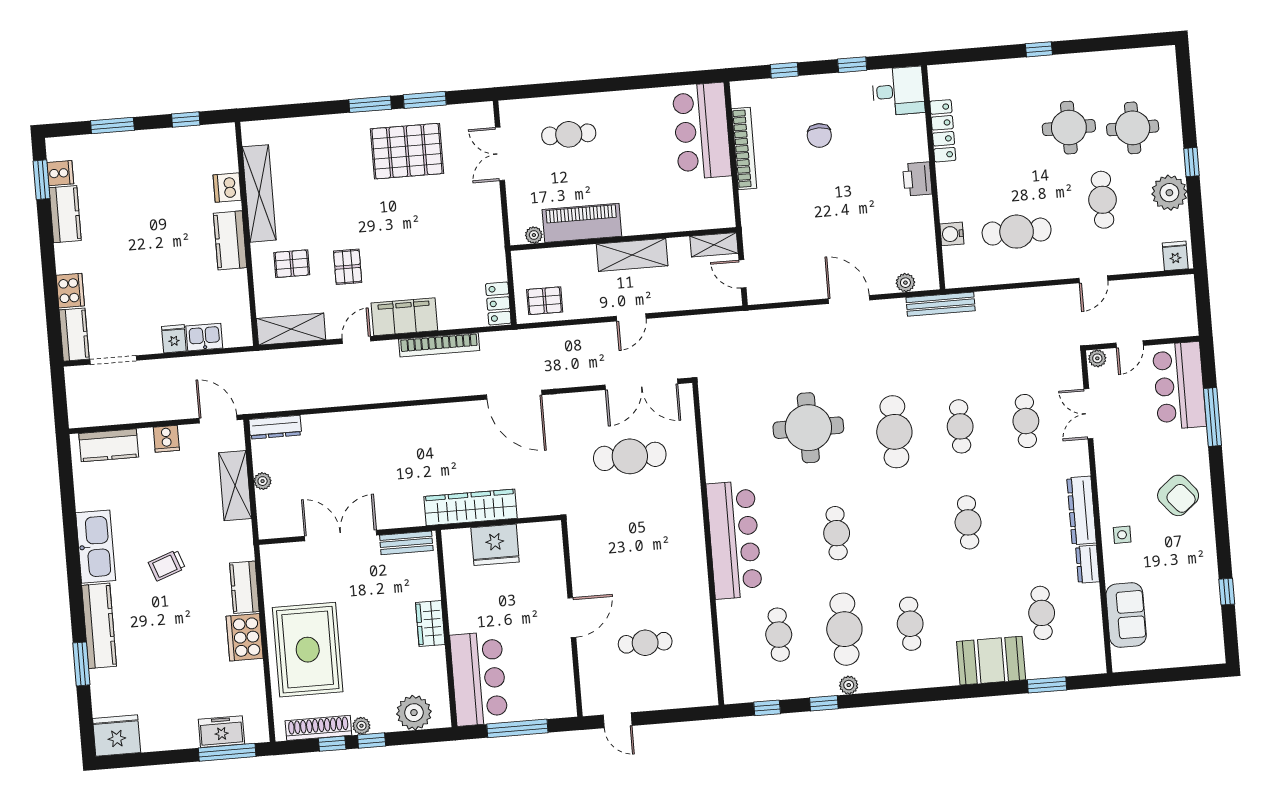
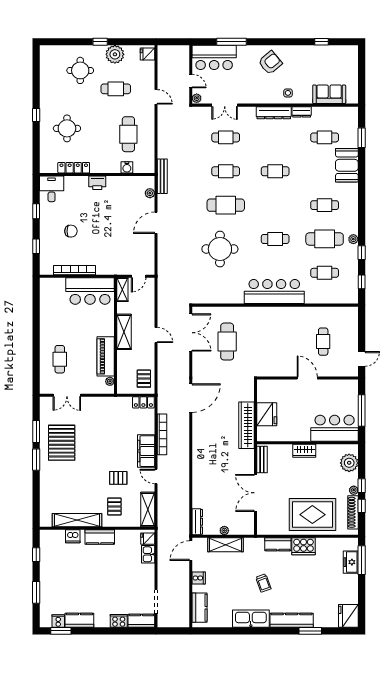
round table: (1069, 128) -> (67, 128), moved
bar counter: (702, 131) -> (90, 291), moved
fridge: (174, 339) -> (148, 539), moved

